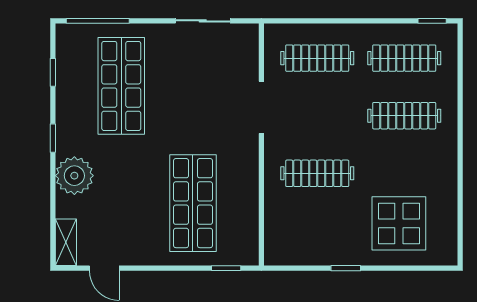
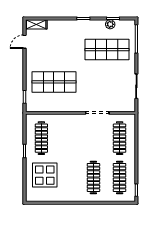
clothes rail: (317, 173) -> (41, 138), moved
plant: (74, 176) -> (110, 24), moved, width x0.53, depth x0.53

